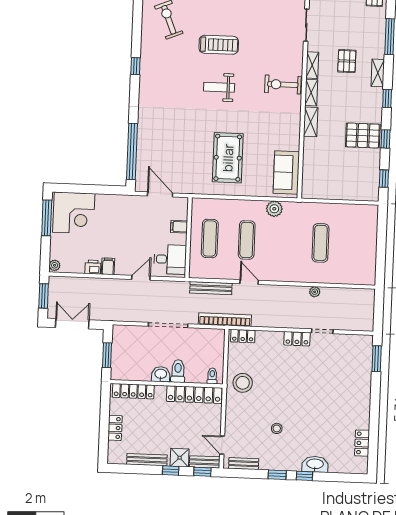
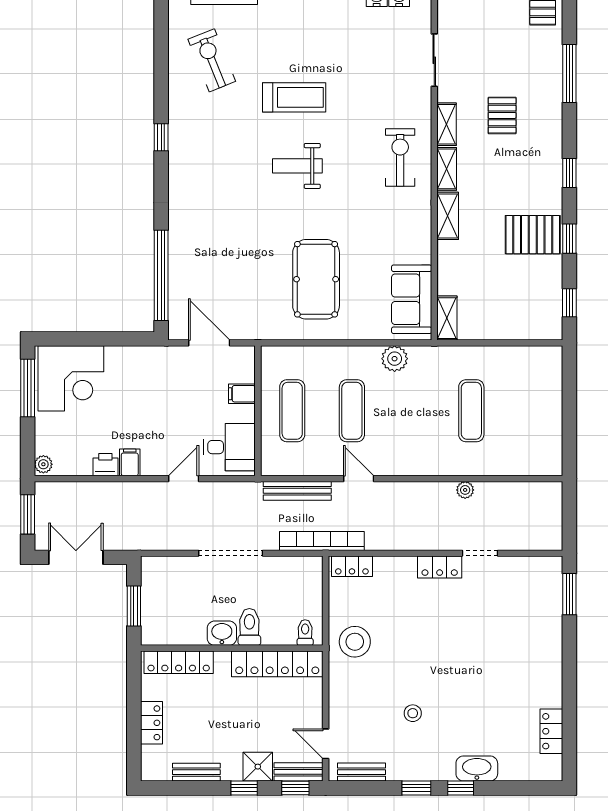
shelving: (378, 73) -> (447, 318), moved
exercise bike: (283, 84) -> (400, 157), turned 90
bench: (147, 460) -> (196, 772), width x0.73

